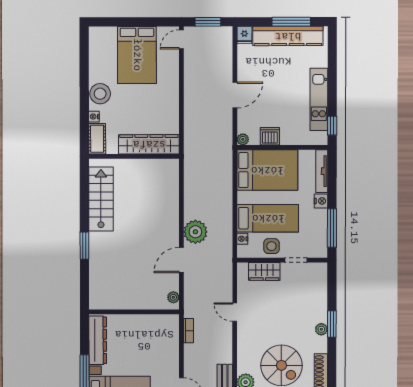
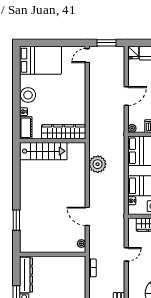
bed: (137, 55) -> (40, 60), moved, turned -90
stairs: (101, 199) -> (43, 151), moved, turned 90
plant: (195, 232) -> (98, 164), moved
window: (84, 246) -> (16, 220), moved
door: (181, 260) -> (87, 216), hinge flipped
door: (235, 312) -> (126, 254), swing flipped

